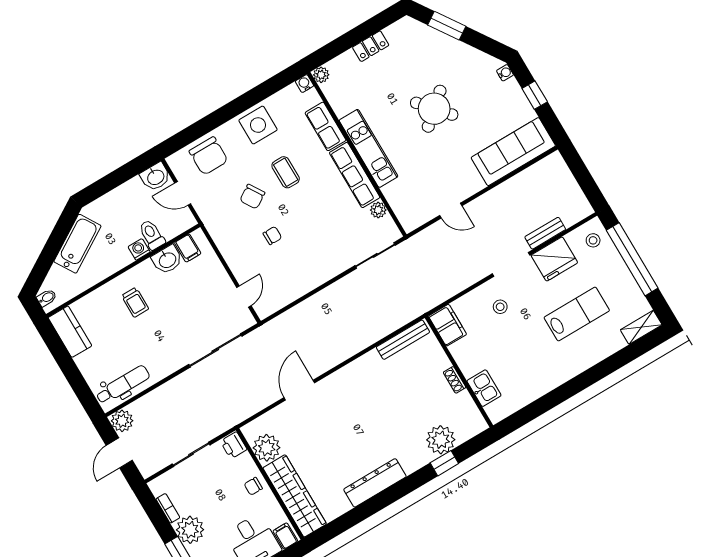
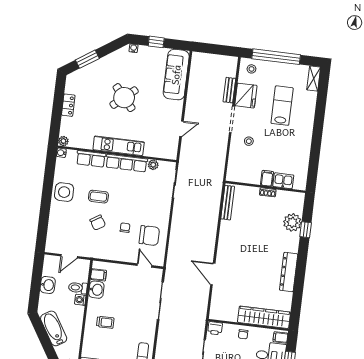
chair: (209, 156) -> (149, 236), moved
washbasin: (155, 177) -> (48, 285), moved
filing cabinet: (447, 325) -> (267, 178), moved, width x0.50
plant: (267, 448) -> (229, 313), removed

